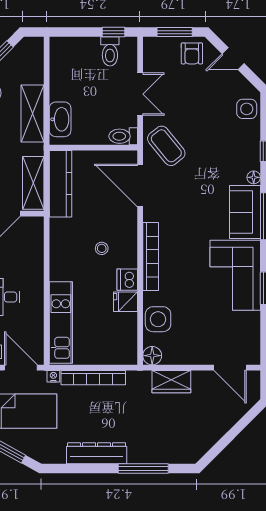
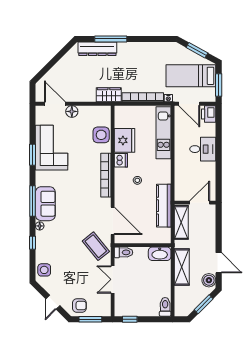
toilet: (110, 51) -> (165, 307), moved
armchair: (192, 53) -> (79, 306), turned 90
door: (233, 59) -> (53, 302), swing flipped
washbasin: (60, 119) -> (160, 254), moved, turned -90
kitchen counter: (61, 184) -> (164, 206), moved
corner sofa: (235, 275) -> (52, 148), moved
fridge: (126, 302) -> (125, 140), width x1.88, depth x1.34
floor lamp: (152, 356) -> (72, 111), moved
wardrobe: (171, 382) -> (109, 95), moved
dresser: (97, 453) -> (97, 49), moved

